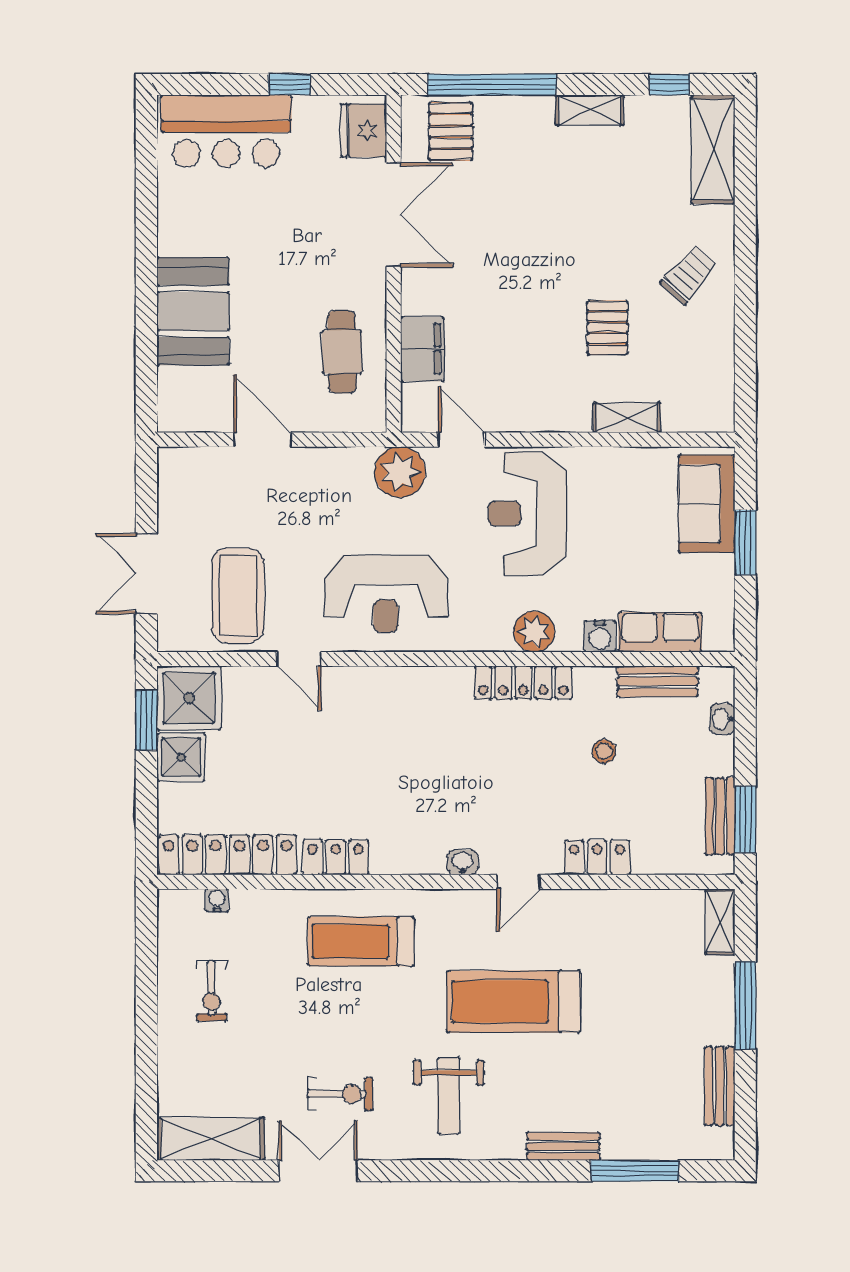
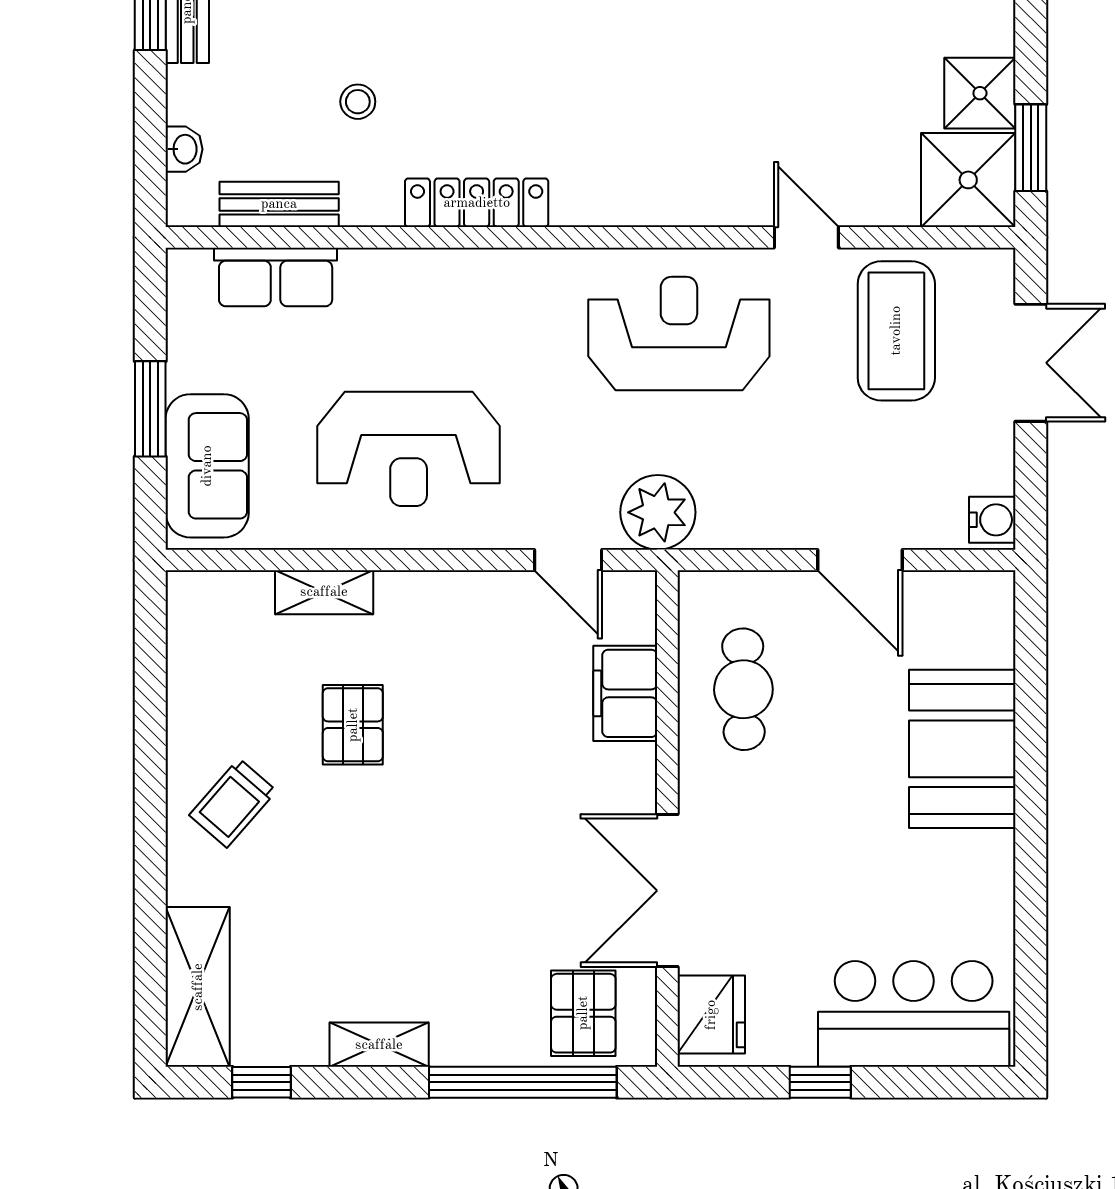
reception desk: (527, 514) -> (409, 449), moved, turned 90
plant: (534, 632) -> (461, 278), removed
water cooler: (600, 636) -> (992, 520), moved, turned 90

